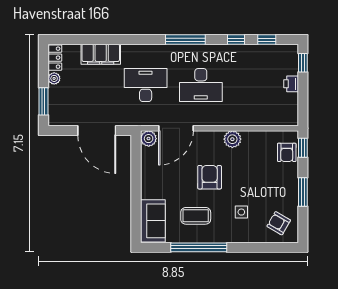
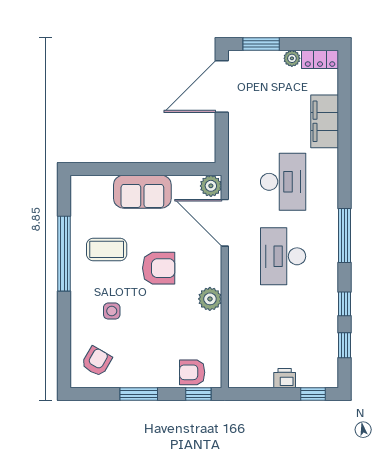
door: (97, 131) -> (222, 86), moved
coffee table: (196, 216) -> (107, 249), turned 90
sofa: (153, 221) -> (142, 192), moved

